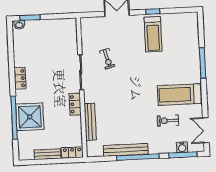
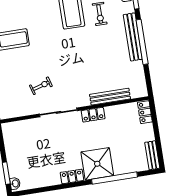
shower: (30, 117) -> (97, 164), moved
bench: (126, 150) -> (133, 37), moved
bench: (47, 154) -> (152, 155), moved

